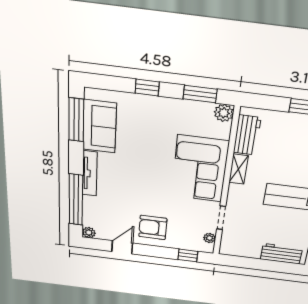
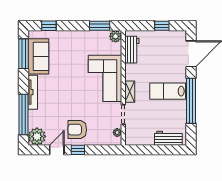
window: (147, 88) -> (49, 26), moved
shelving: (238, 169) -> (130, 92), moved
plant: (89, 233) -> (37, 136), width x1.87, depth x1.87
window: (188, 255) -> (78, 150), moved

